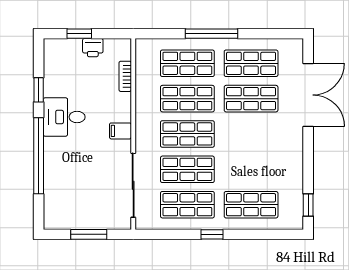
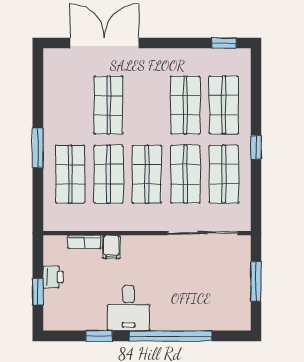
window: (212, 34) -> (38, 148), width x0.69
shop shelf: (251, 63) -> (185, 105), moved
filing cabinet: (120, 131) -> (111, 247), moved

